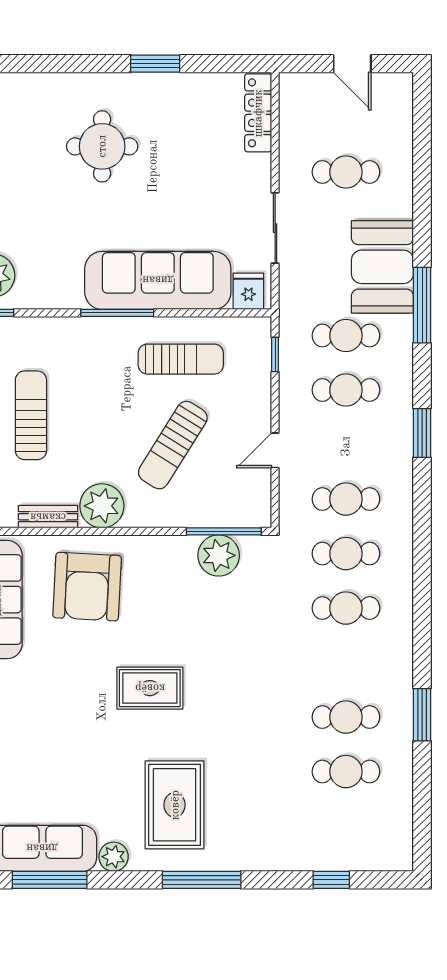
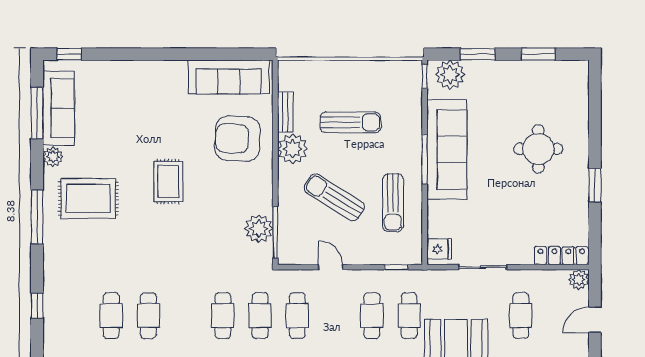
plant: (293, 87) -> (579, 280), added
sofa: (158, 280) -> (447, 149), moved
sun lounger: (31, 415) -> (351, 122), moved

